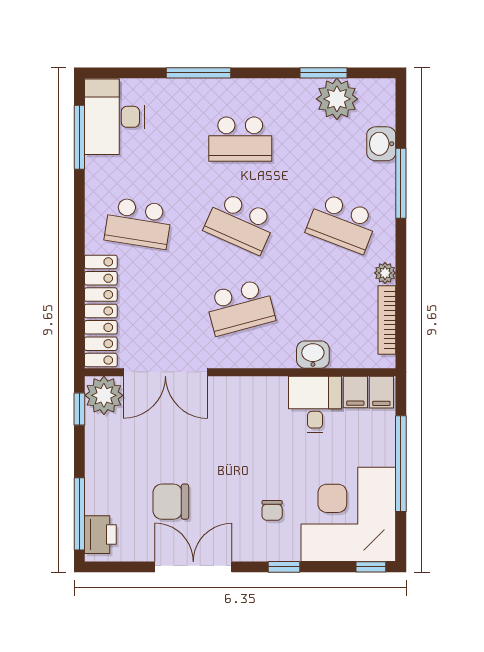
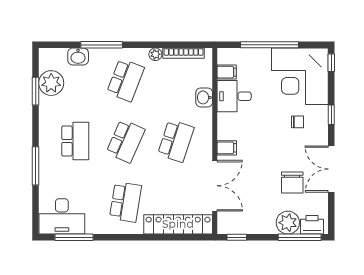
school desk: (240, 307) -> (176, 141), turned 33
filing cabinet: (381, 392) -> (227, 148), moved
plant: (104, 395) -> (288, 223), moved

